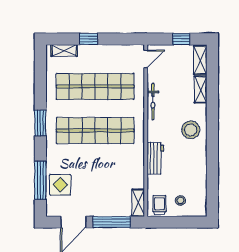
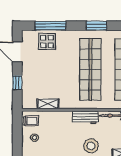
workbench: (155, 158) -> (85, 118), moved
shelving: (138, 203) -> (48, 104), moved
window: (112, 222) -> (17, 83), width x0.46

